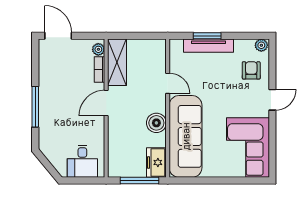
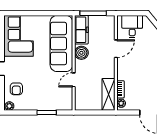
tv unit: (209, 46) -> (46, 106), removed
door: (168, 83) -> (74, 80), hinge flipped
door: (106, 103) -> (116, 49), moved
freezer: (156, 162) -> (81, 30), width x1.40

